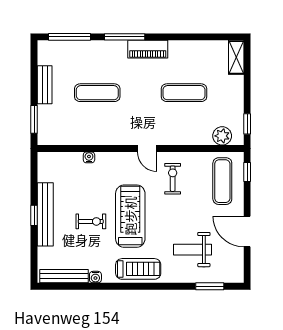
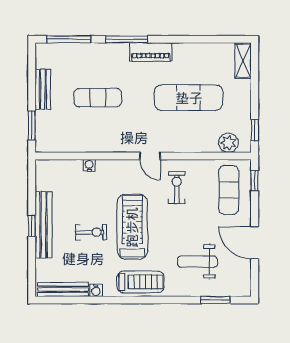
exercise mat: (184, 93) -> (189, 98), width x1.36, depth x1.45

